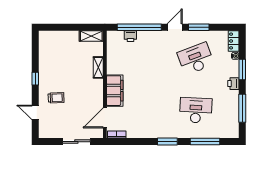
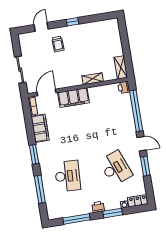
printer: (130, 36) -> (124, 87), moved
door: (105, 118) -> (47, 93), hinge flipped
filing cabinet: (141, 131) -> (40, 128), added

